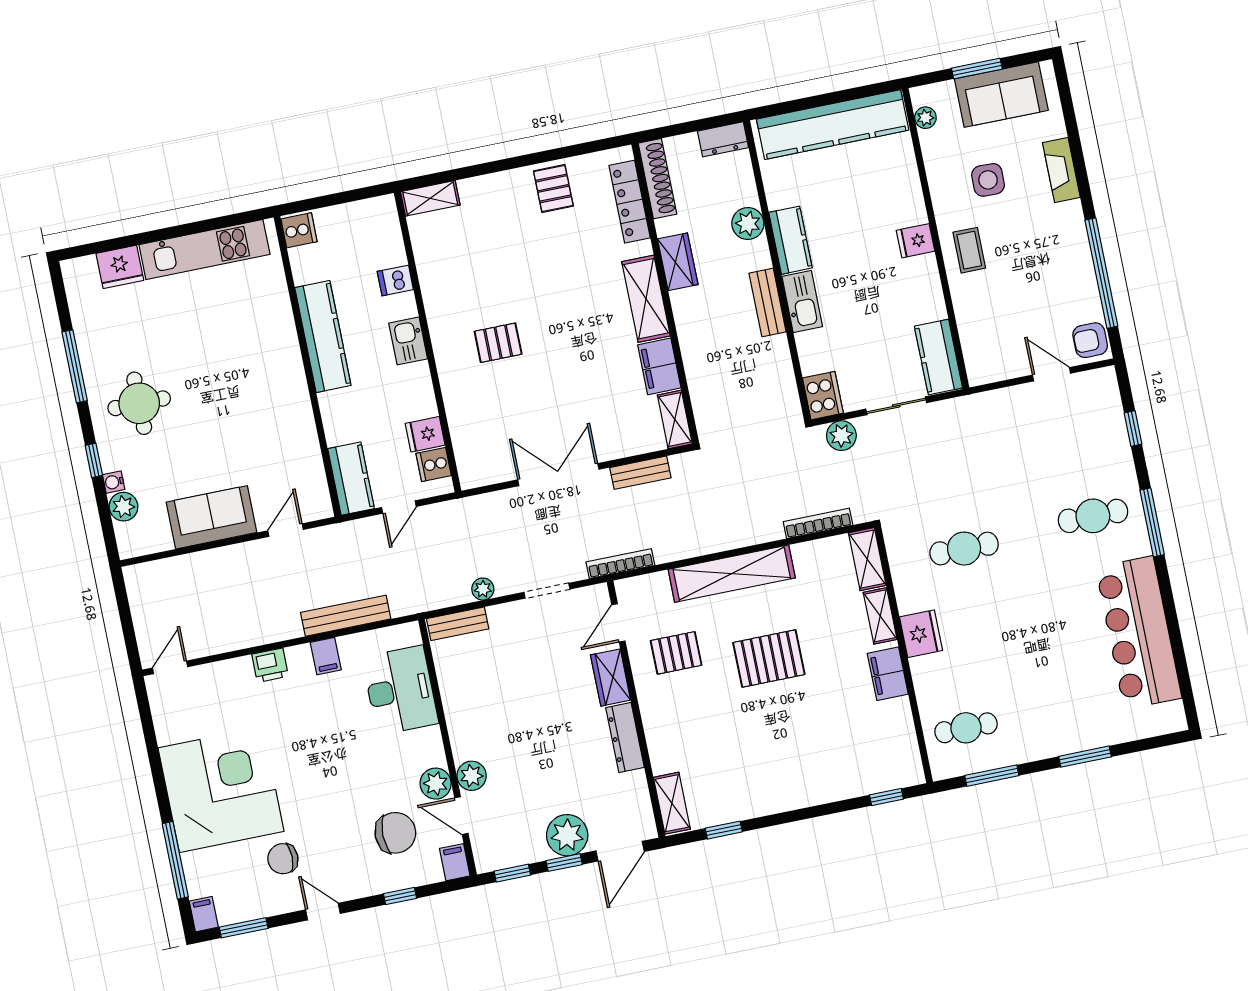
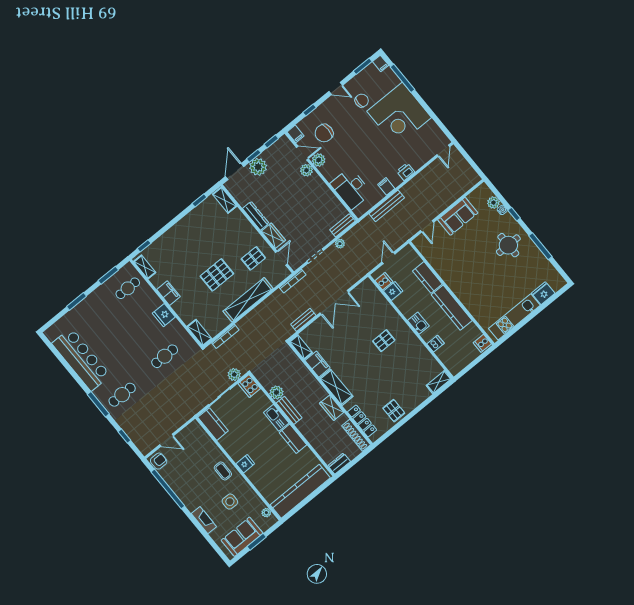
plant: (748, 223) -> (276, 392), moved
kitchen counter: (351, 479) -> (427, 277), moved
shelving: (880, 616) -> (145, 267), moved

